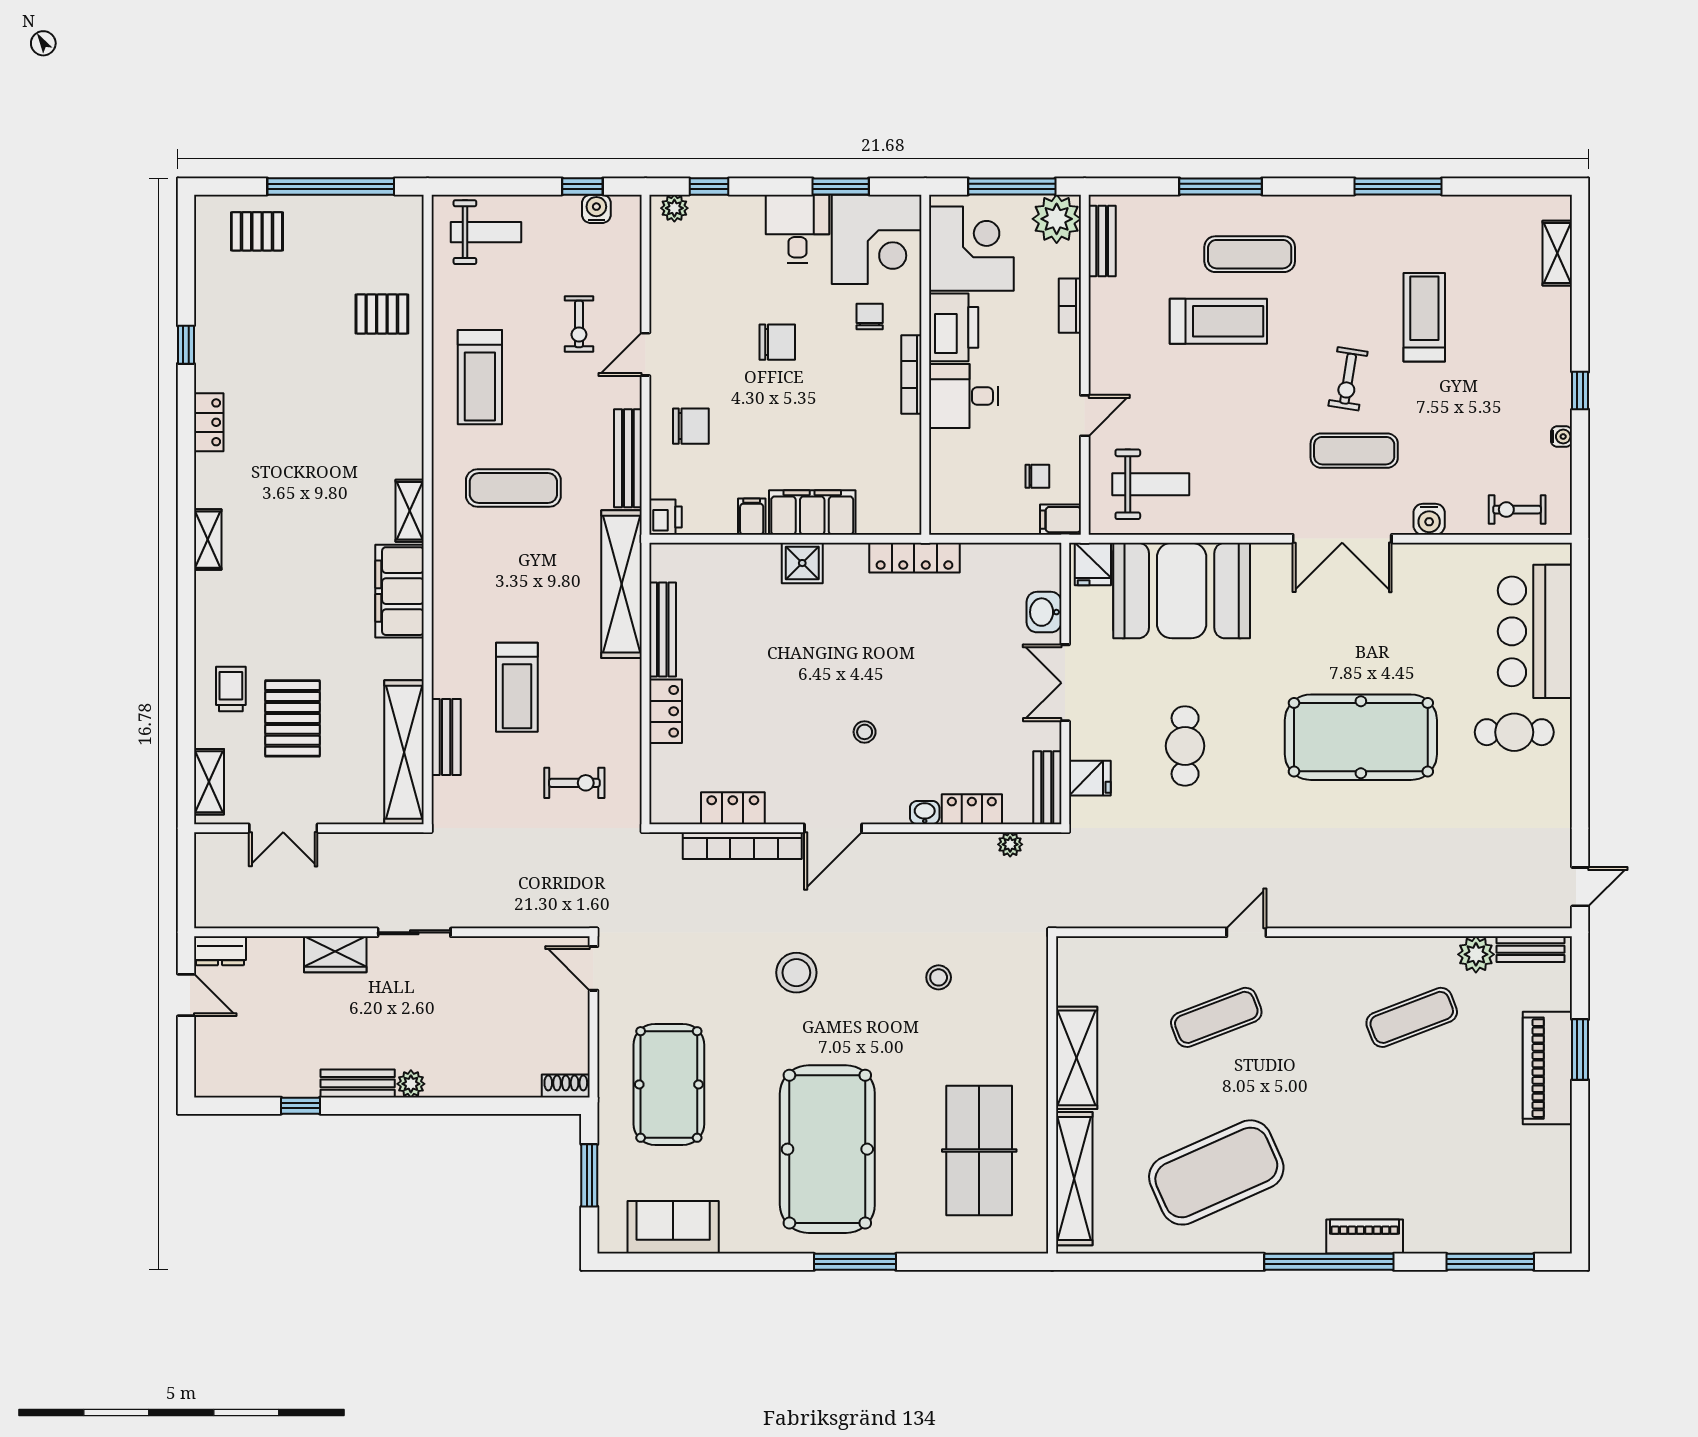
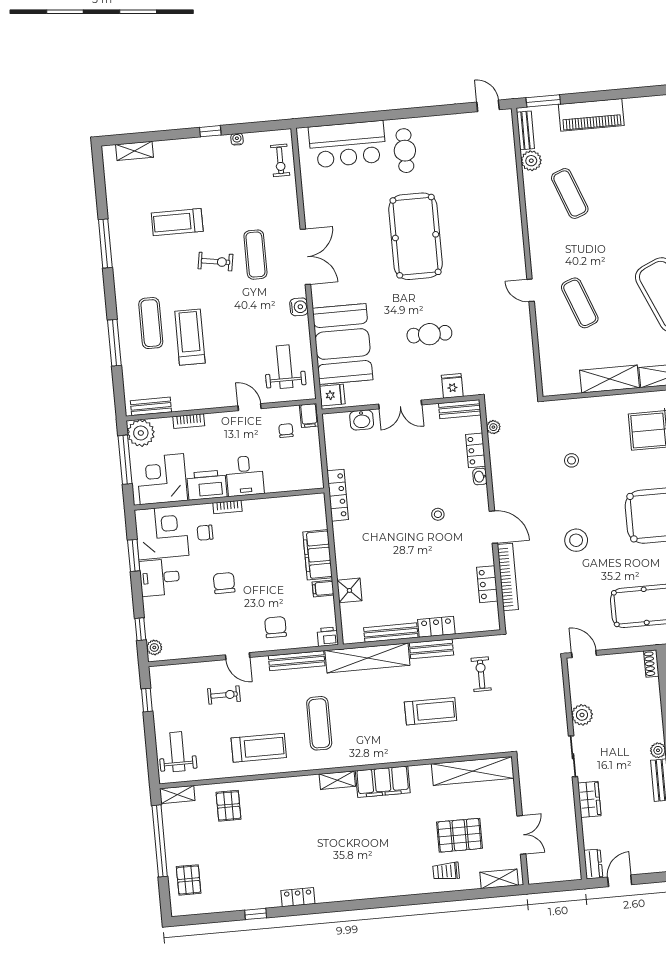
water cooler: (596, 209) -> (159, 691), removed
bookcase: (911, 374) -> (227, 507), width x0.64
water cooler: (1429, 519) -> (299, 307), moved
shelving: (208, 540) -> (177, 795), moved
shower: (802, 563) -> (349, 590), moved
bench: (446, 737) -> (431, 649), moved
plant: (486, 955) -> (582, 715), added
door: (594, 968) -> (584, 654), swing flipped
window: (1580, 1050) -> (543, 101), moved

